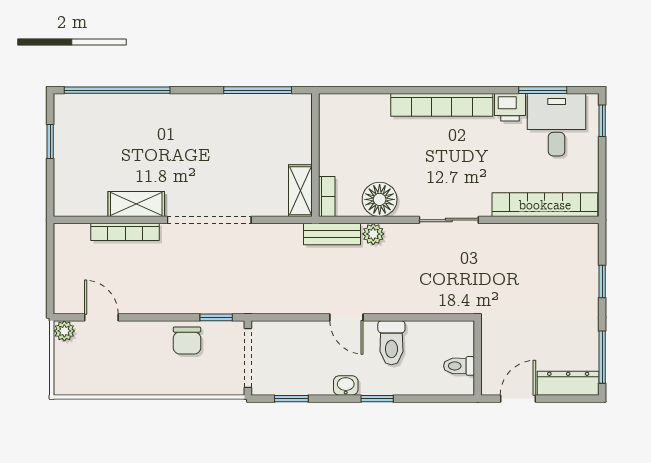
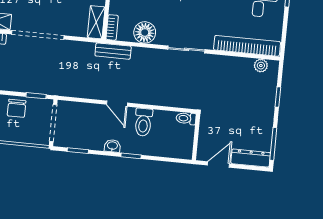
plant: (373, 234) -> (261, 66), moved
toilet: (459, 366) -> (186, 118), moved

